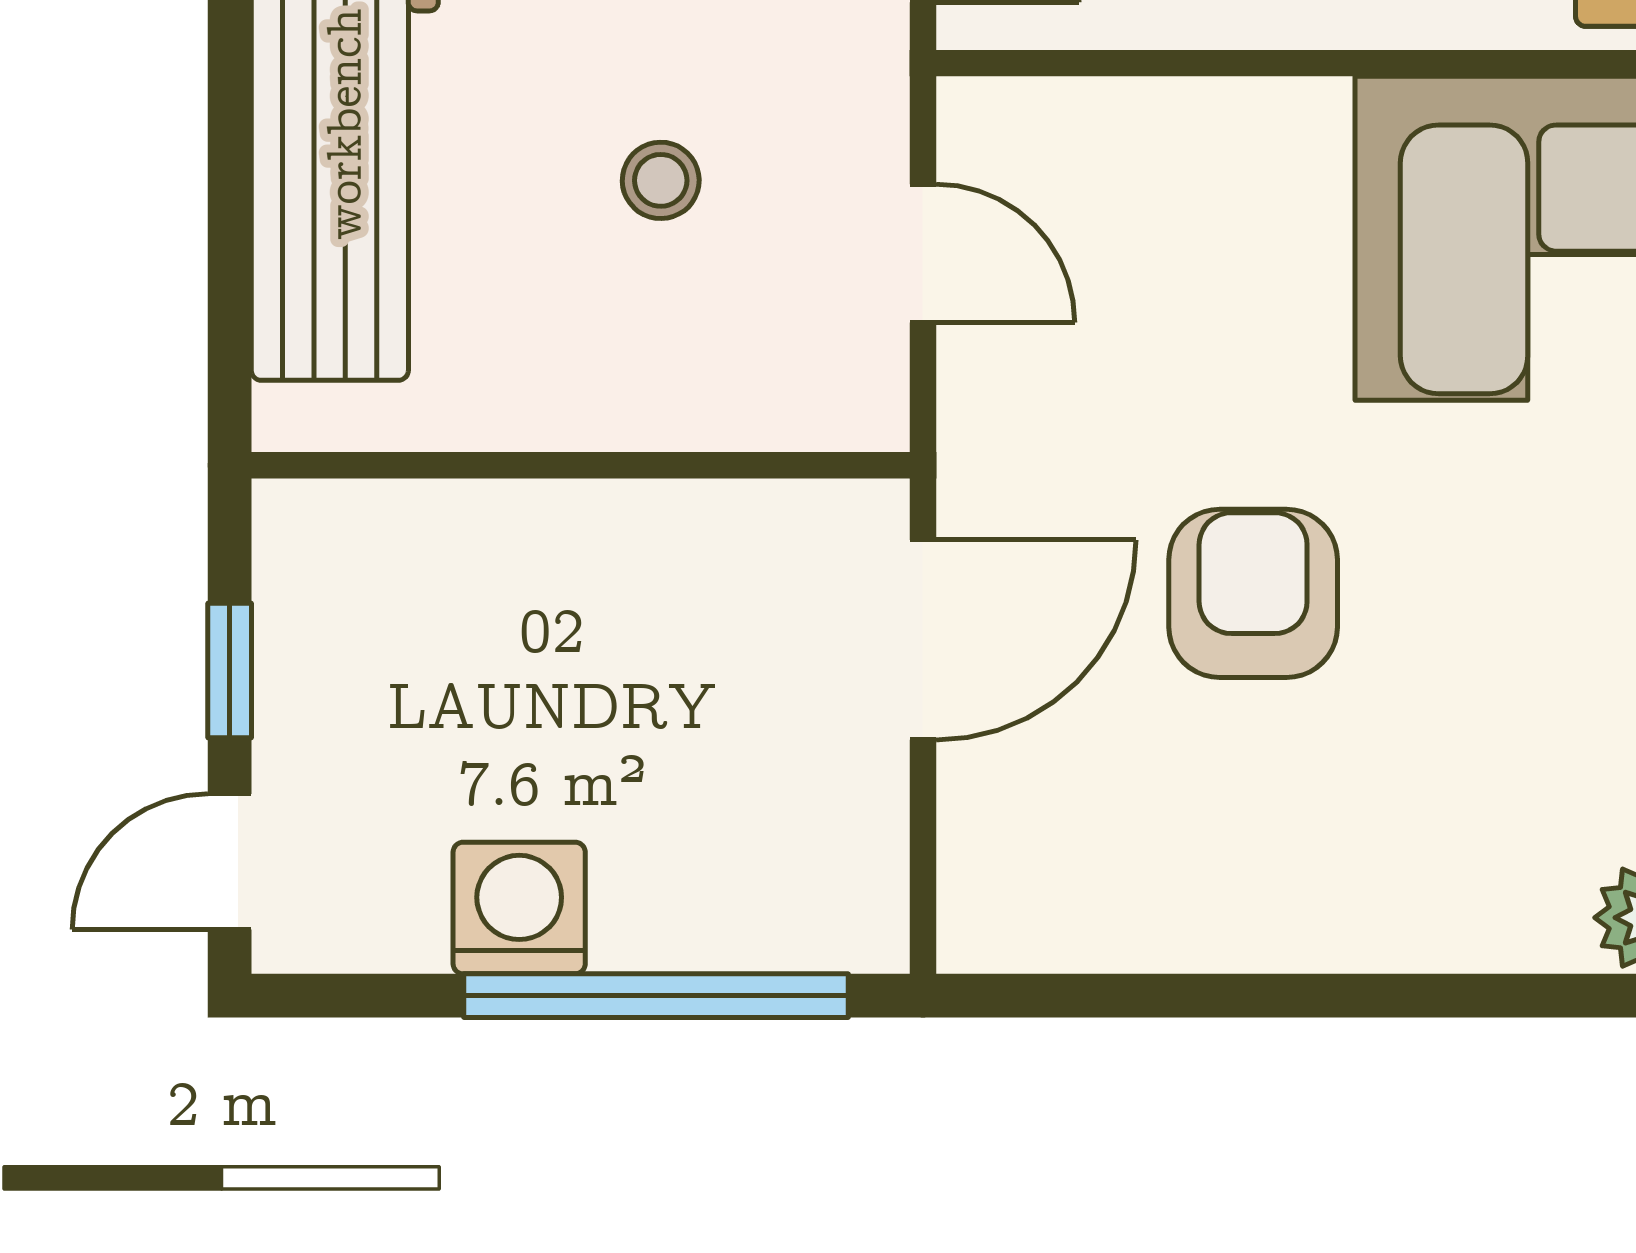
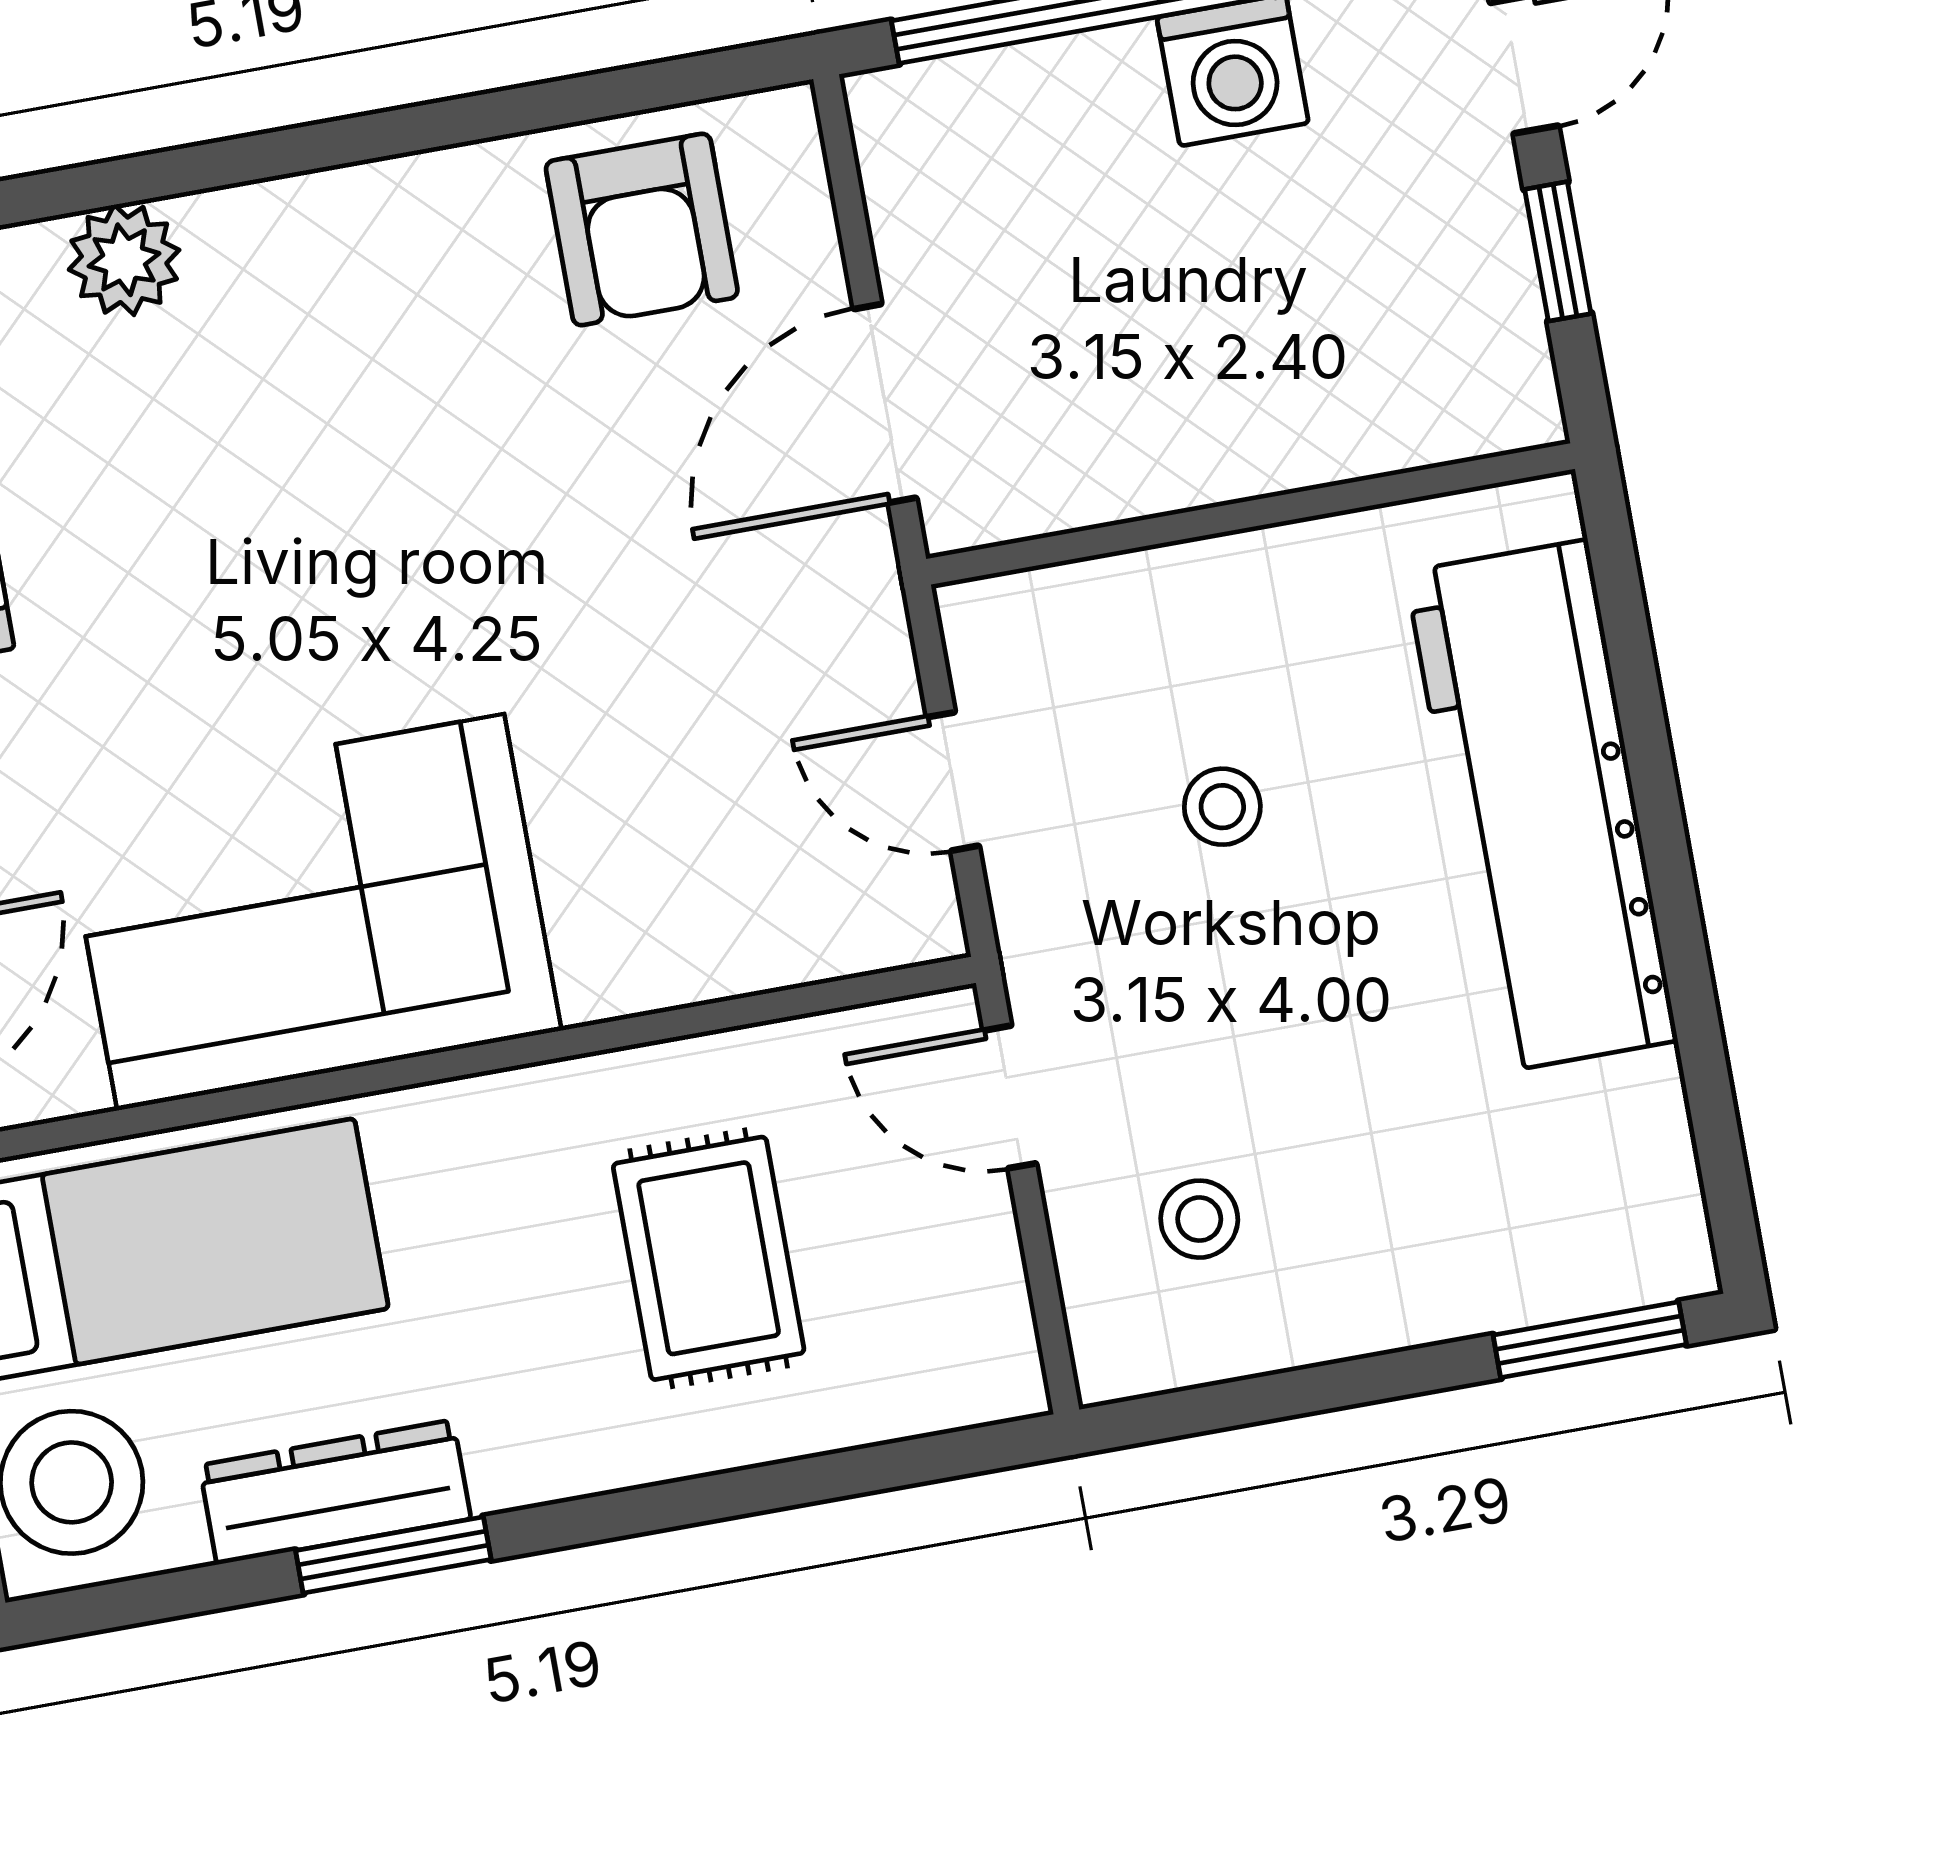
armchair: (1253, 593) -> (642, 229), moved

